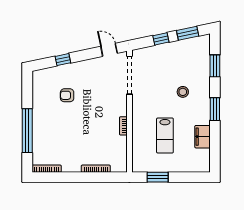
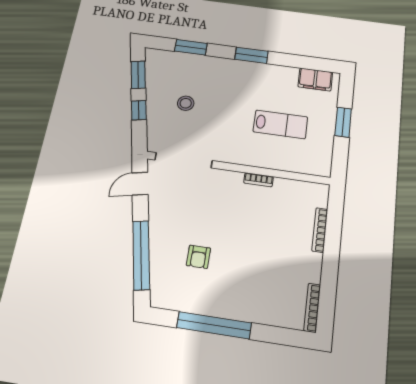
window: (63, 60) -> (141, 255), width x3.17
stool: (183, 92) -> (186, 103), moved
window: (27, 131) -> (214, 325), moved
filing cabinet: (202, 137) -> (315, 79), moved
window: (158, 177) -> (343, 122), moved

